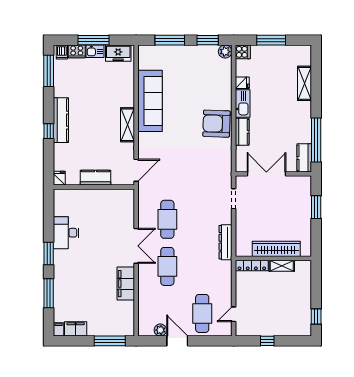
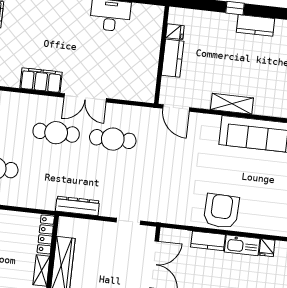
kitchen counter: (61, 120) -> (256, 25), width x0.67
fridge: (59, 178) -> (175, 32), moved

